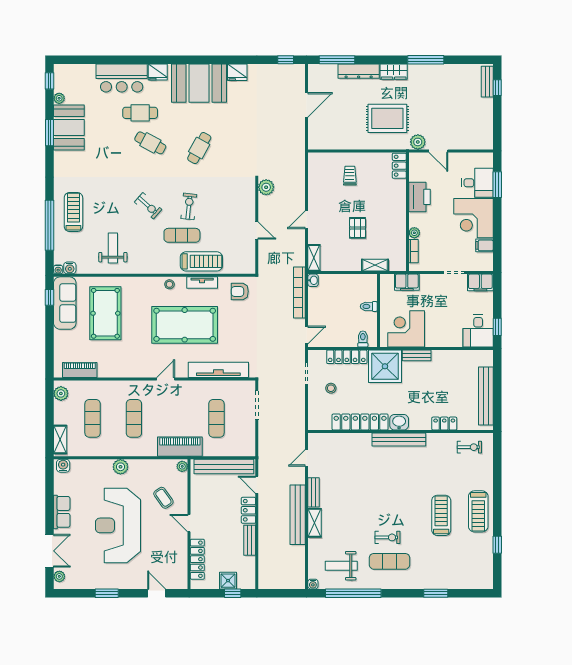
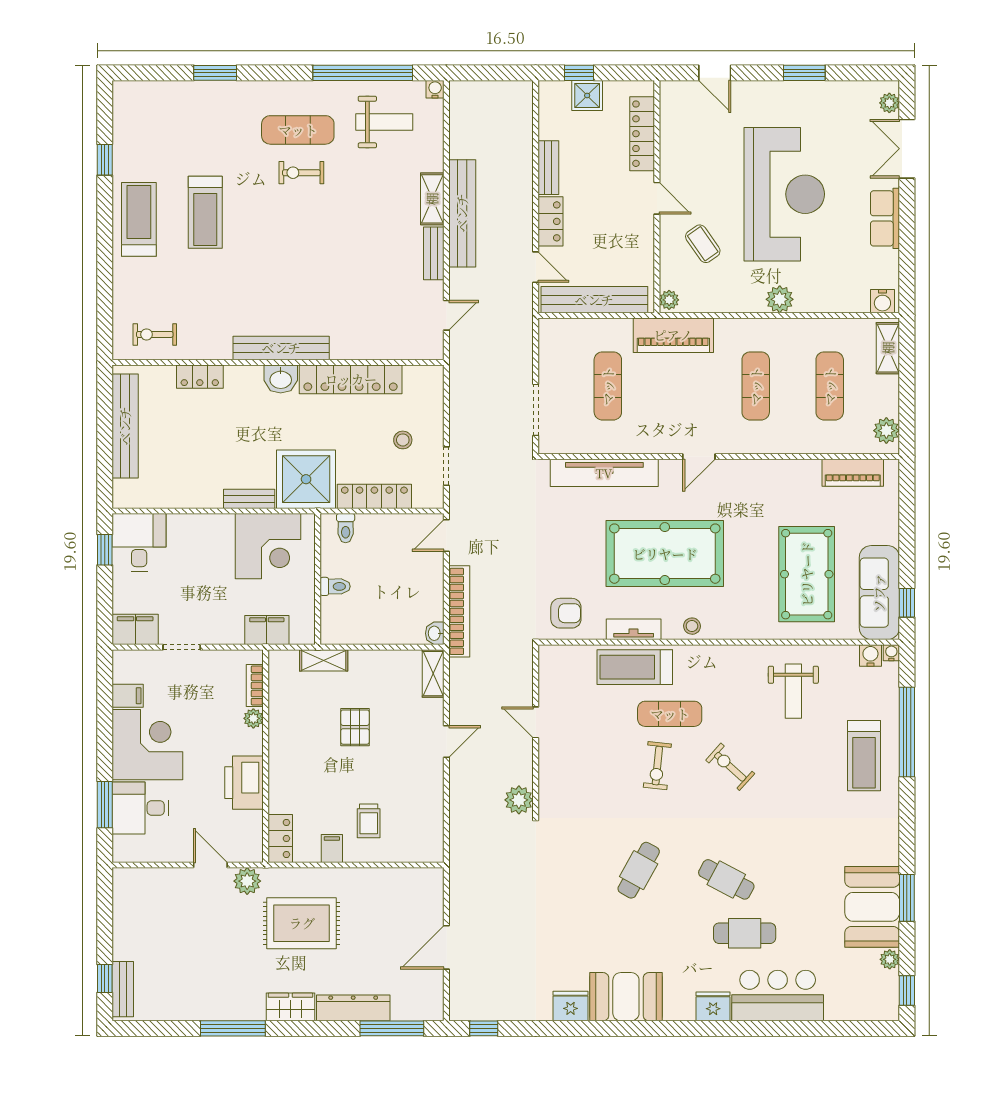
booth: (199, 83) -> (626, 997), width x0.73, depth x0.70
filing cabinet: (371, 160) -> (332, 848), added

